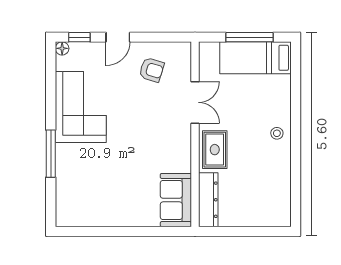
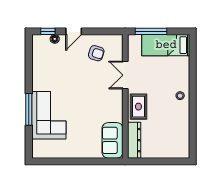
window: (250, 37) -> (151, 31), moved
floor lamp: (62, 48) -> (55, 39), moved
double door: (195, 102) -> (125, 75), swing flipped
corner sofa: (81, 107) -> (49, 115), moved

